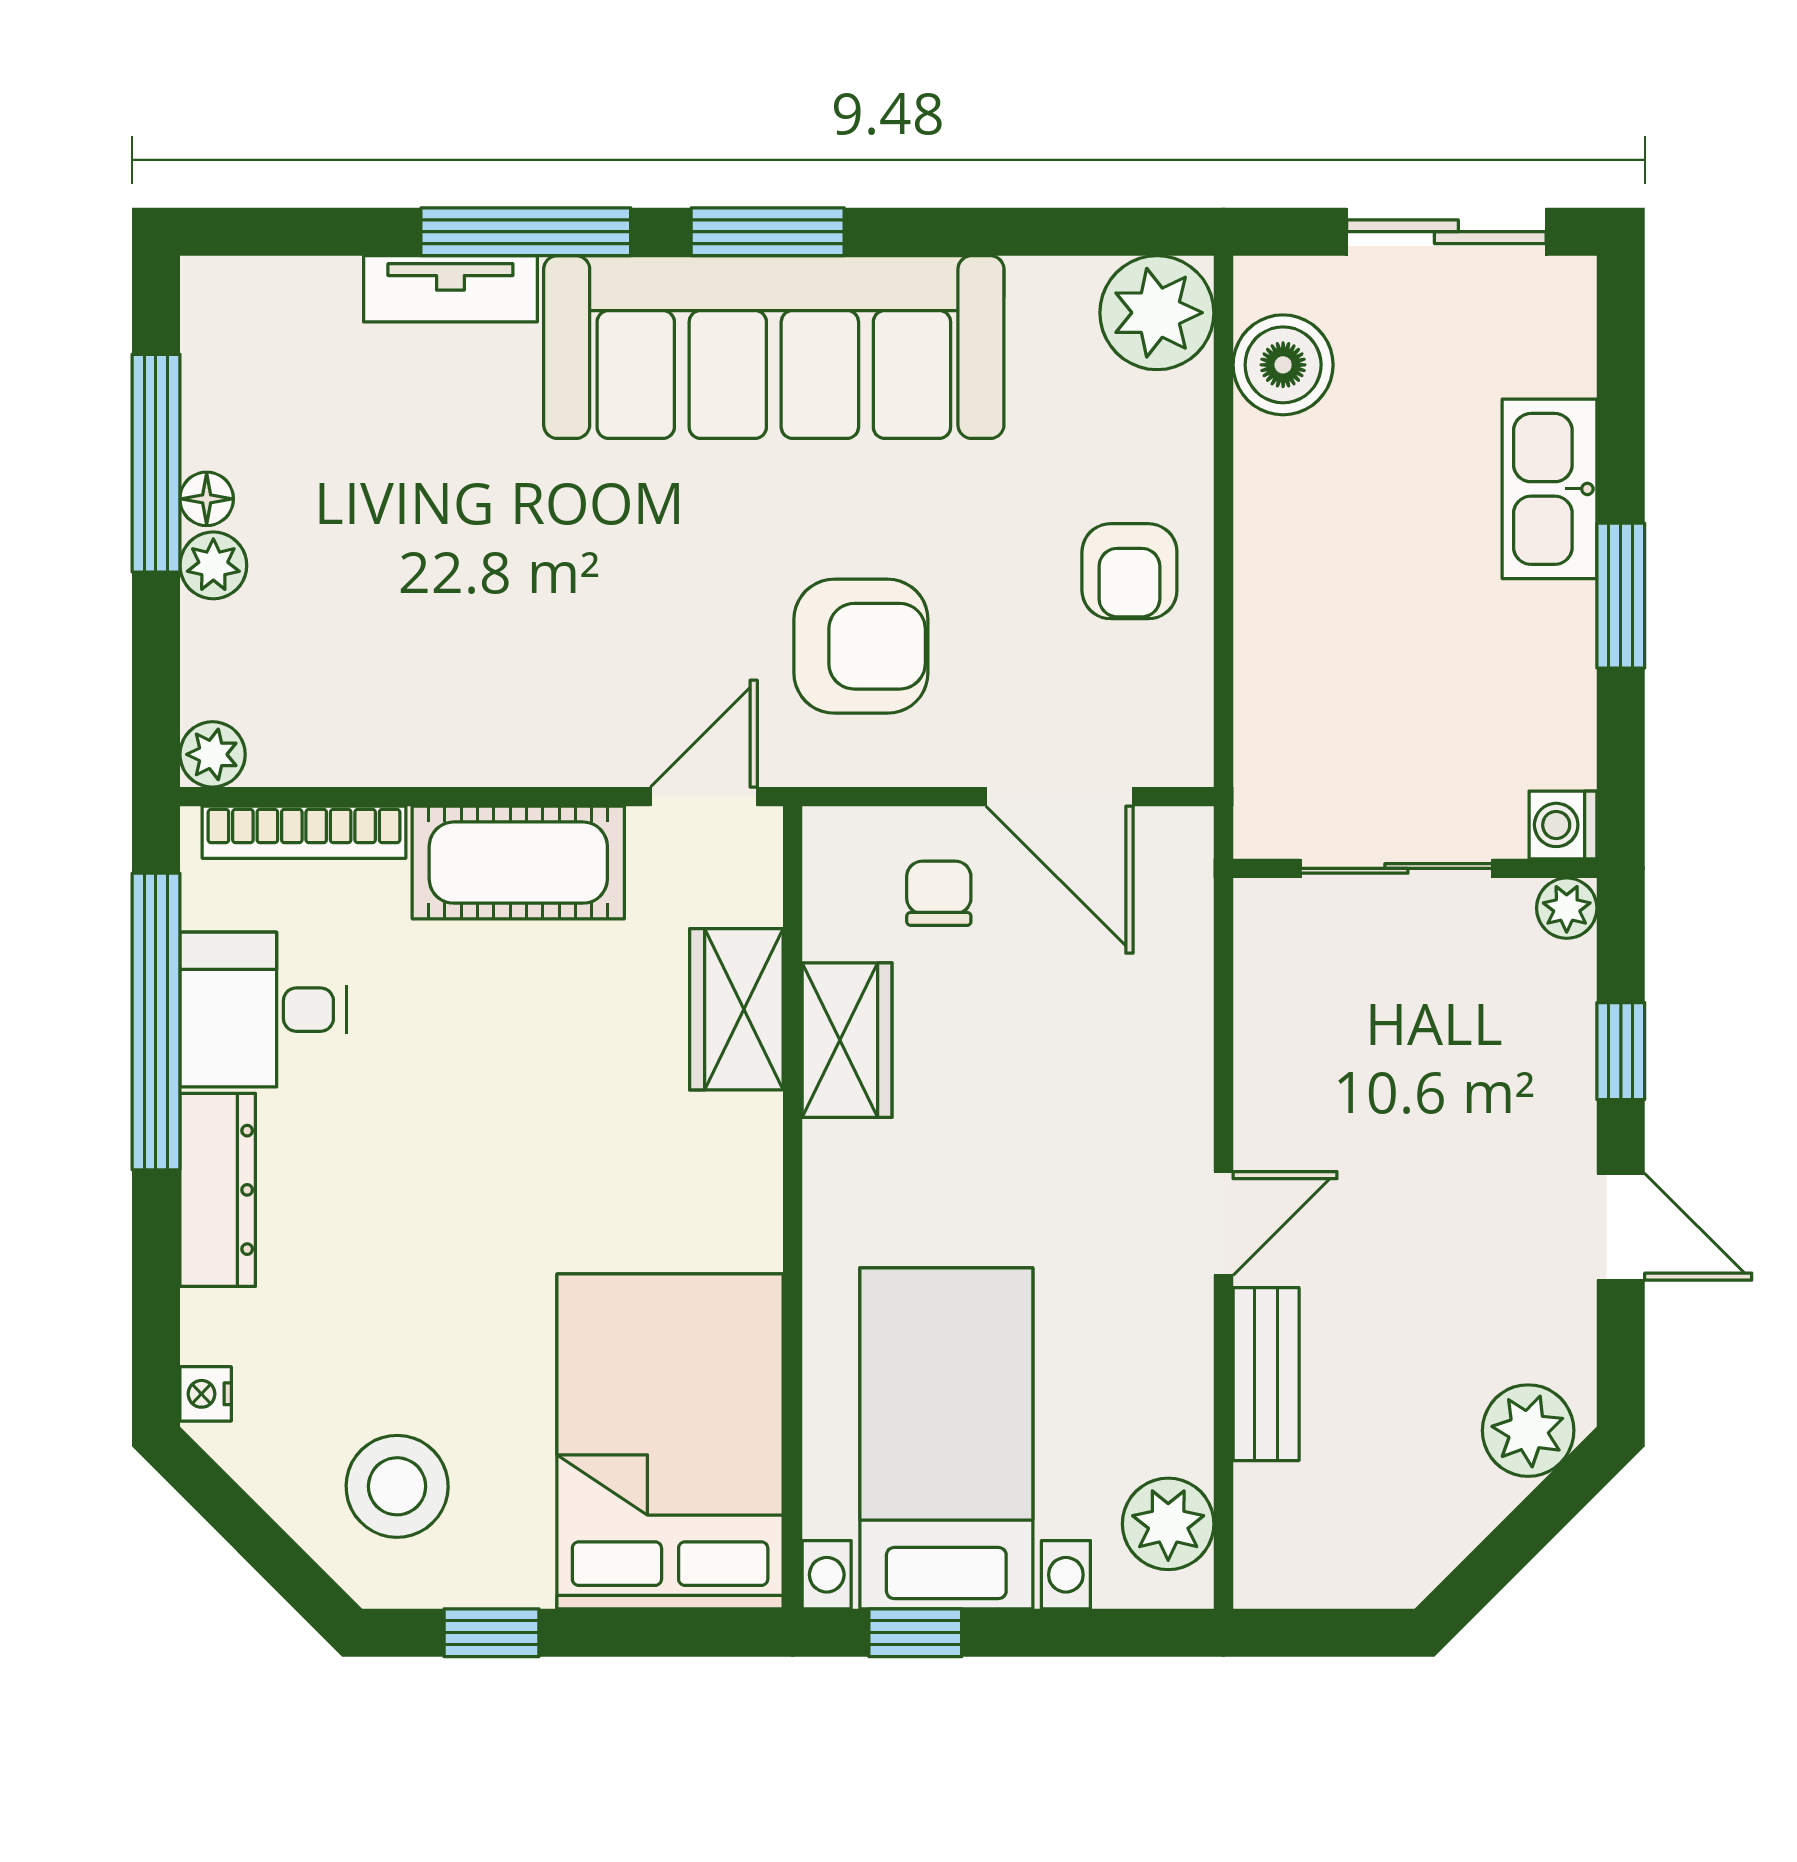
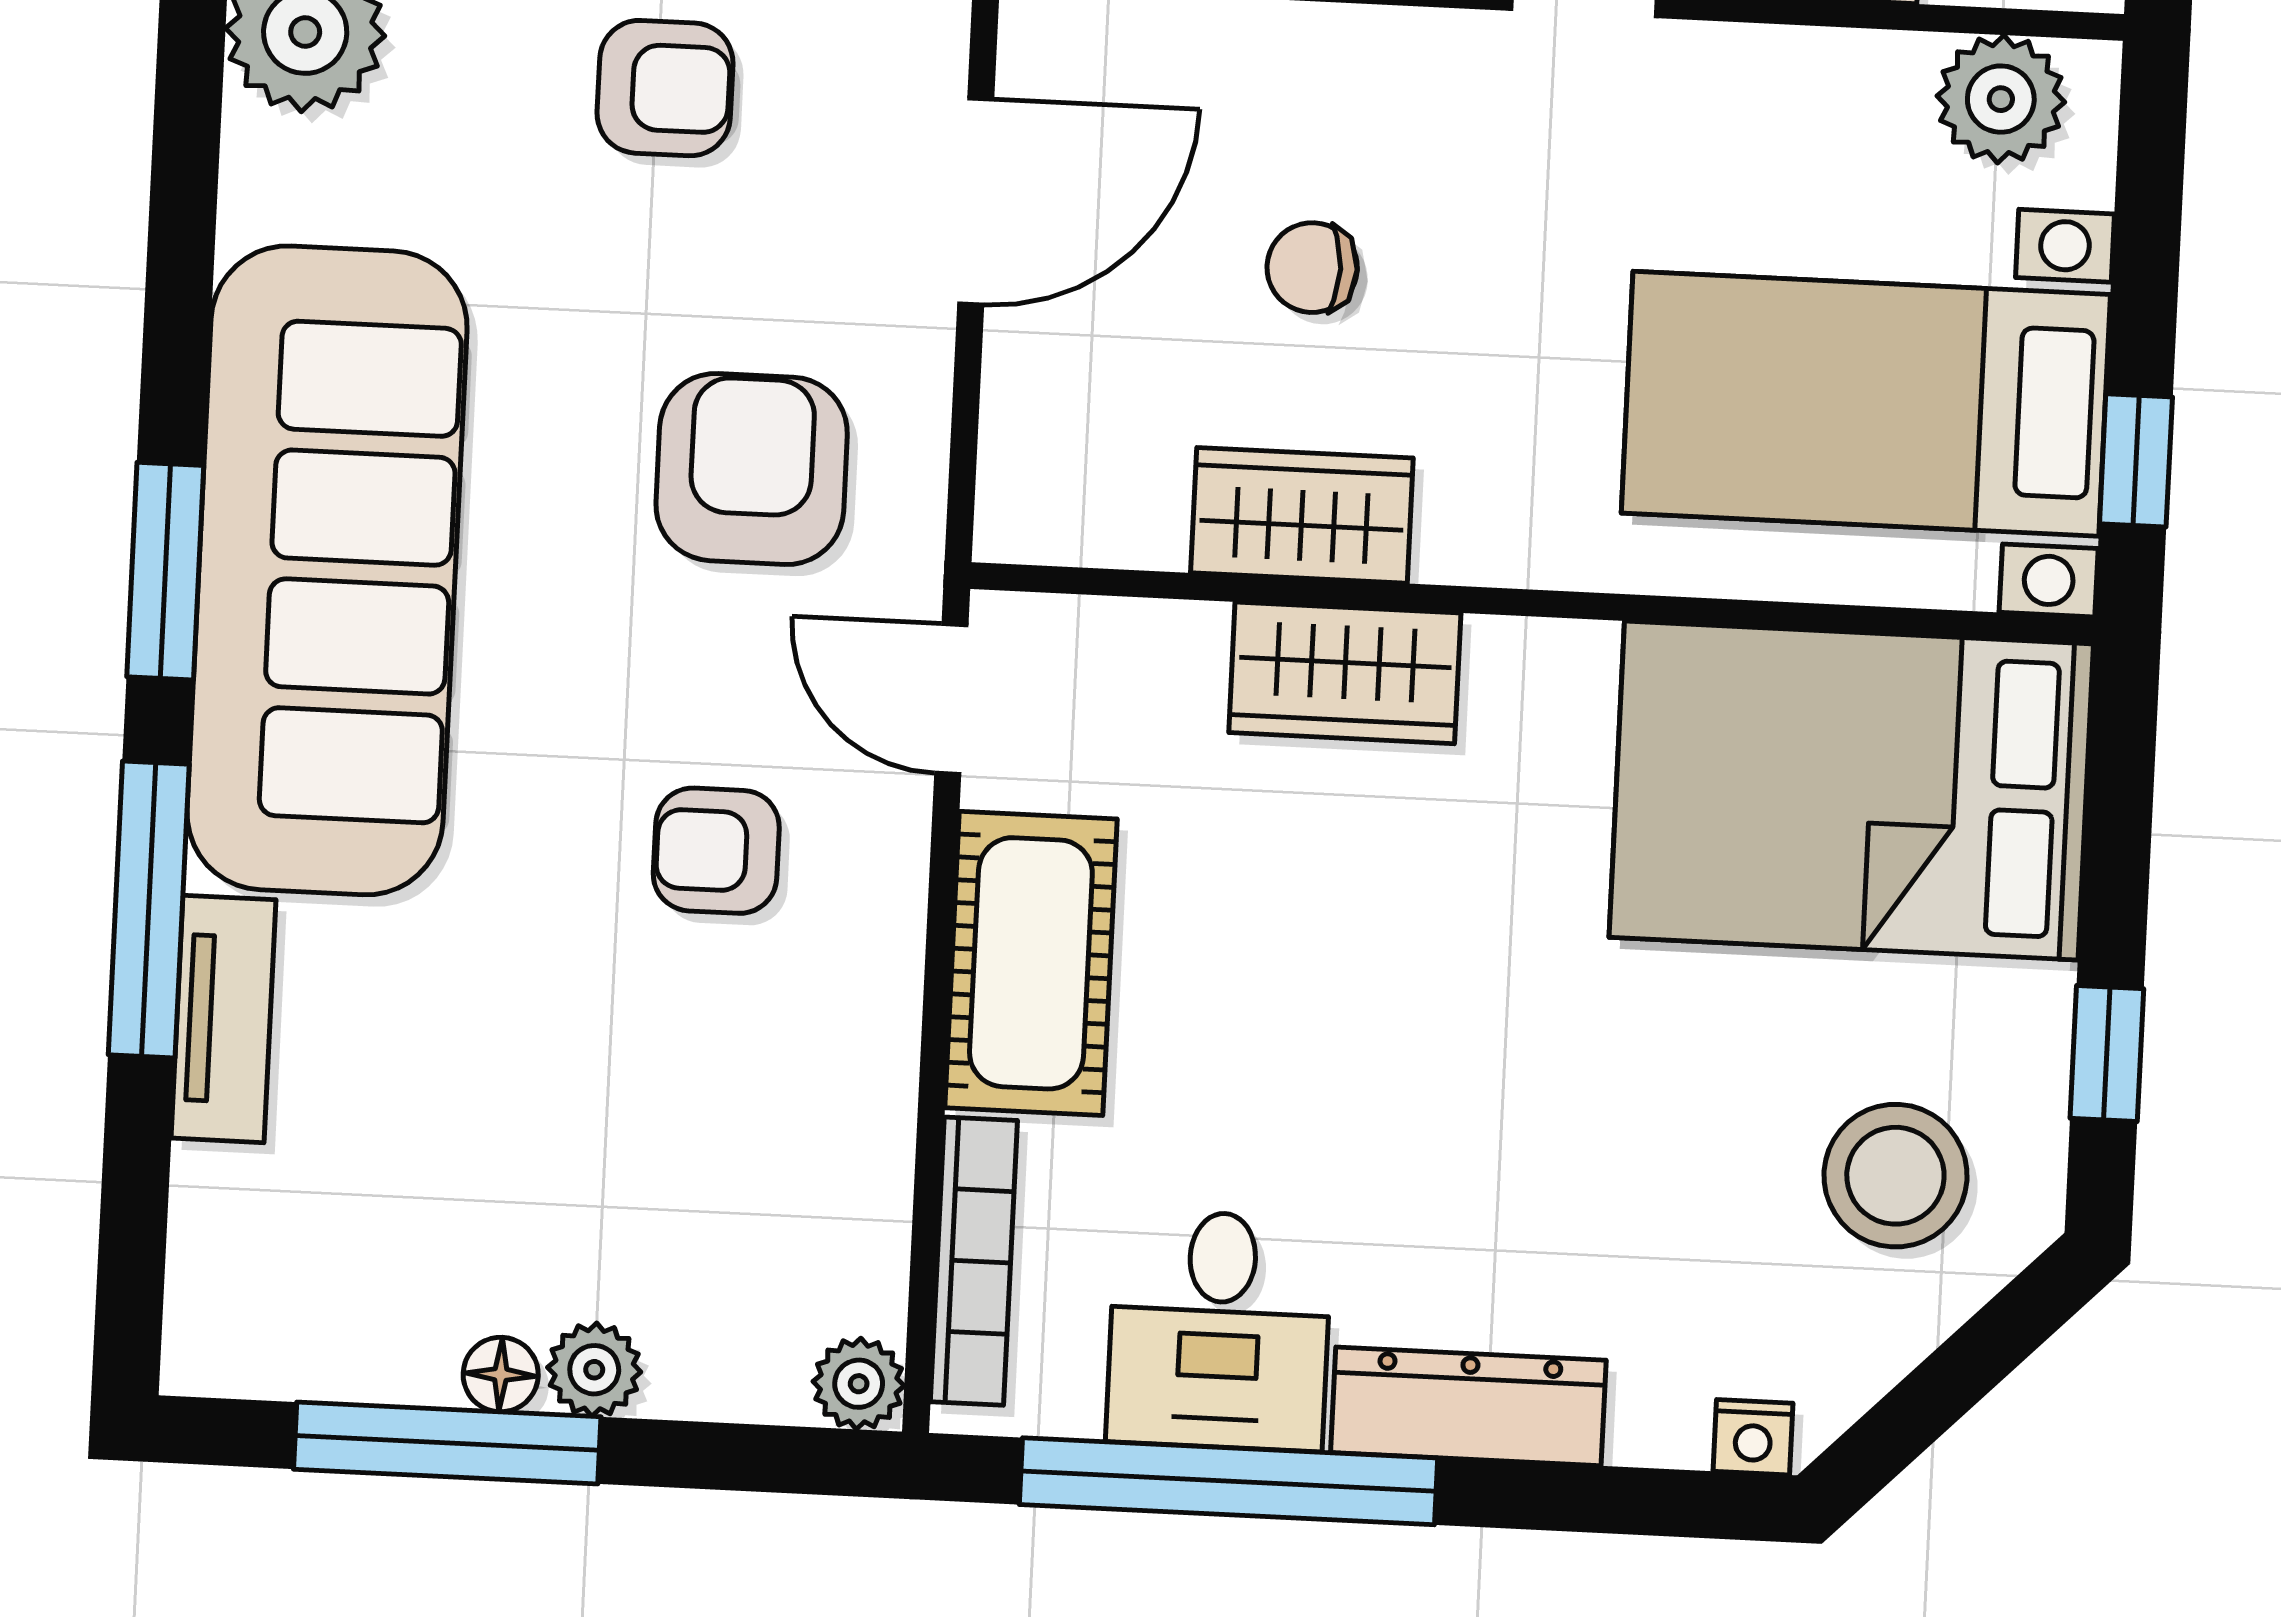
armchair: (588, 634) -> (716, 851), added
chair: (939, 893) -> (1312, 268), moved
wardrobe: (736, 1009) -> (1345, 673), moved

